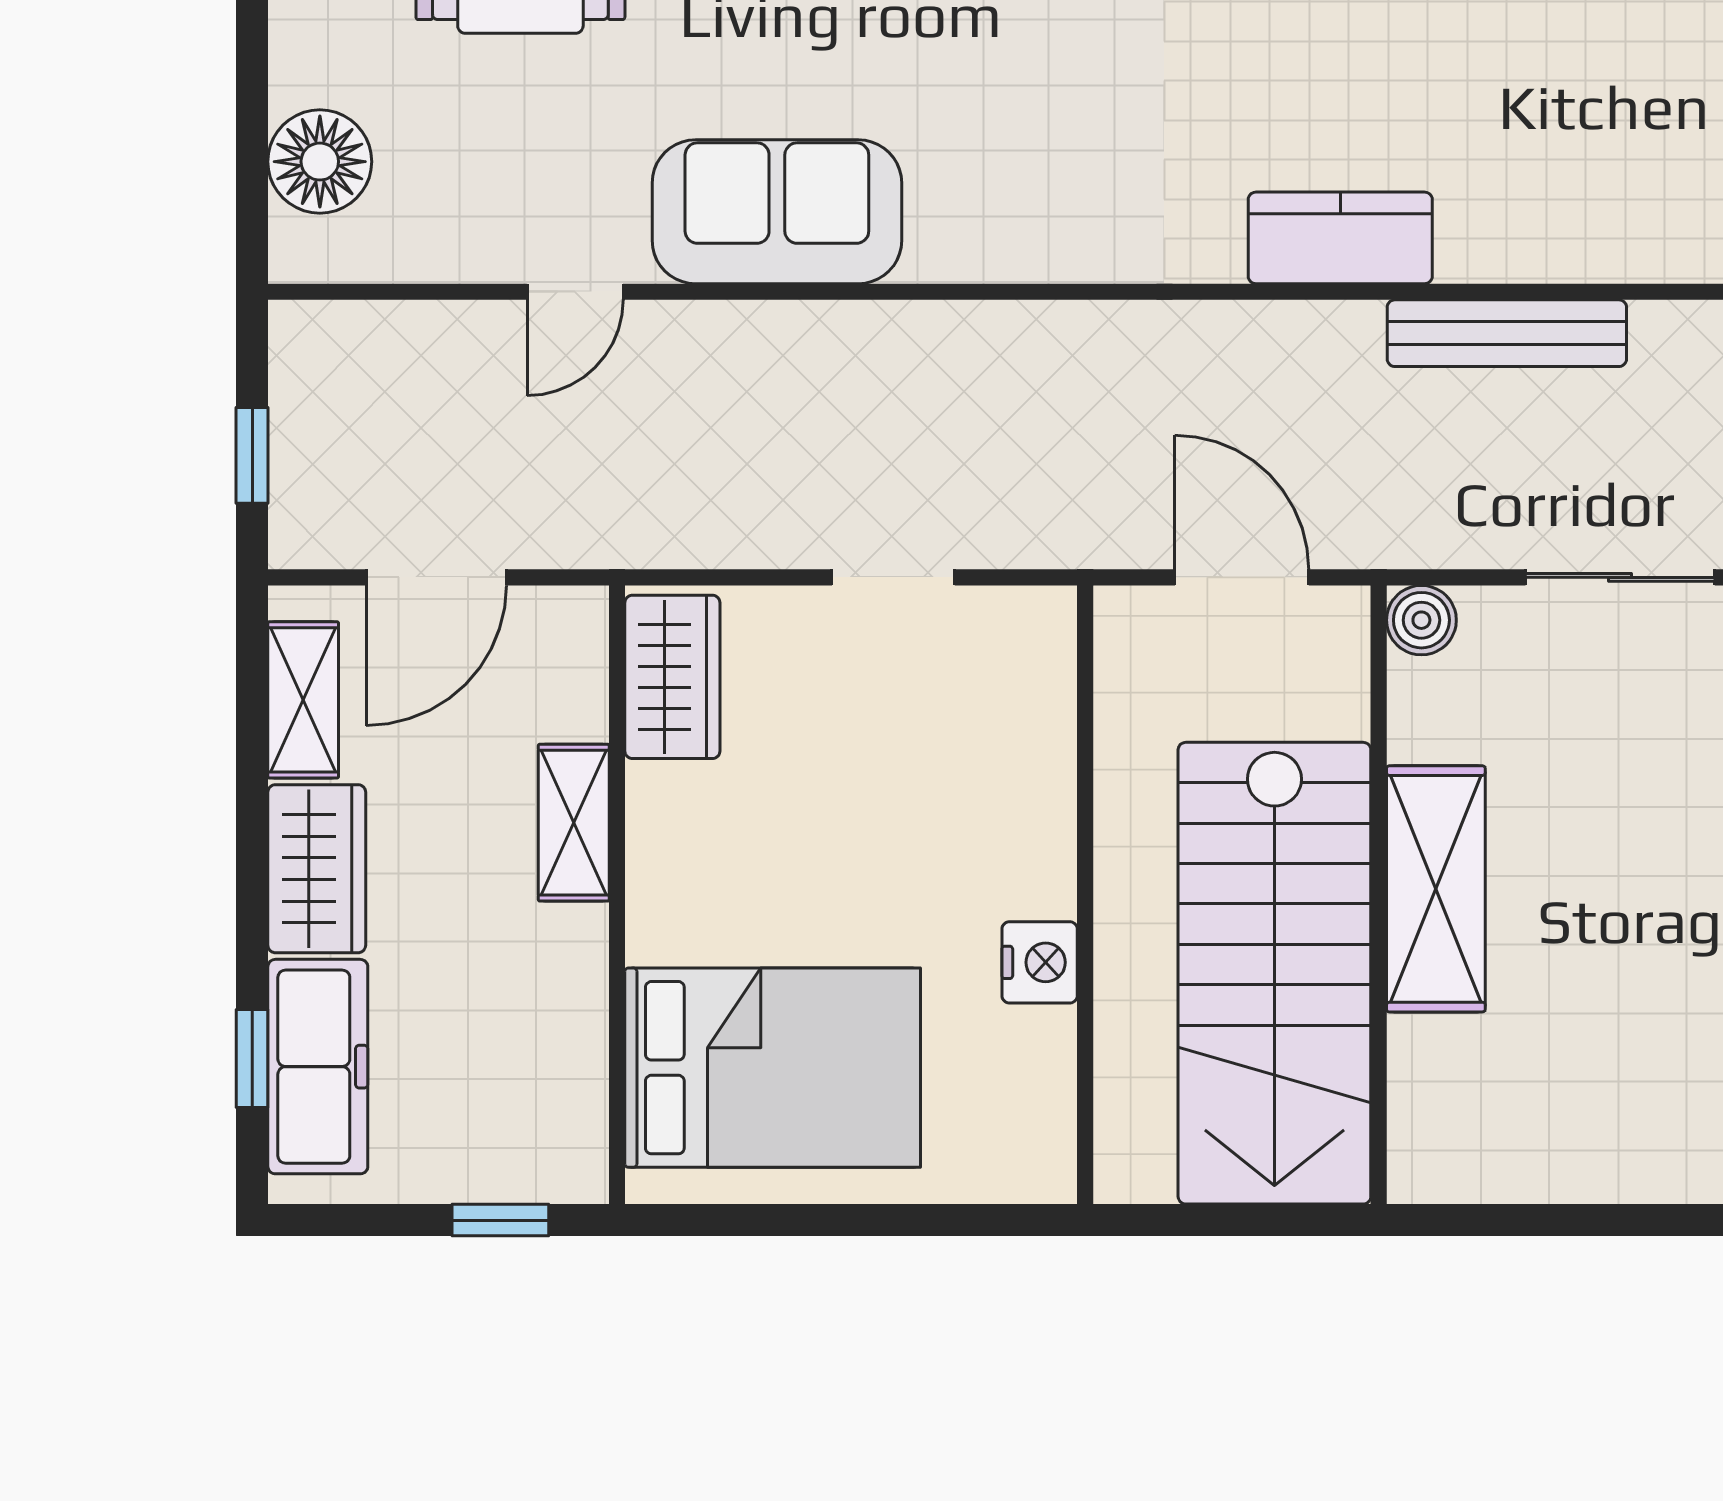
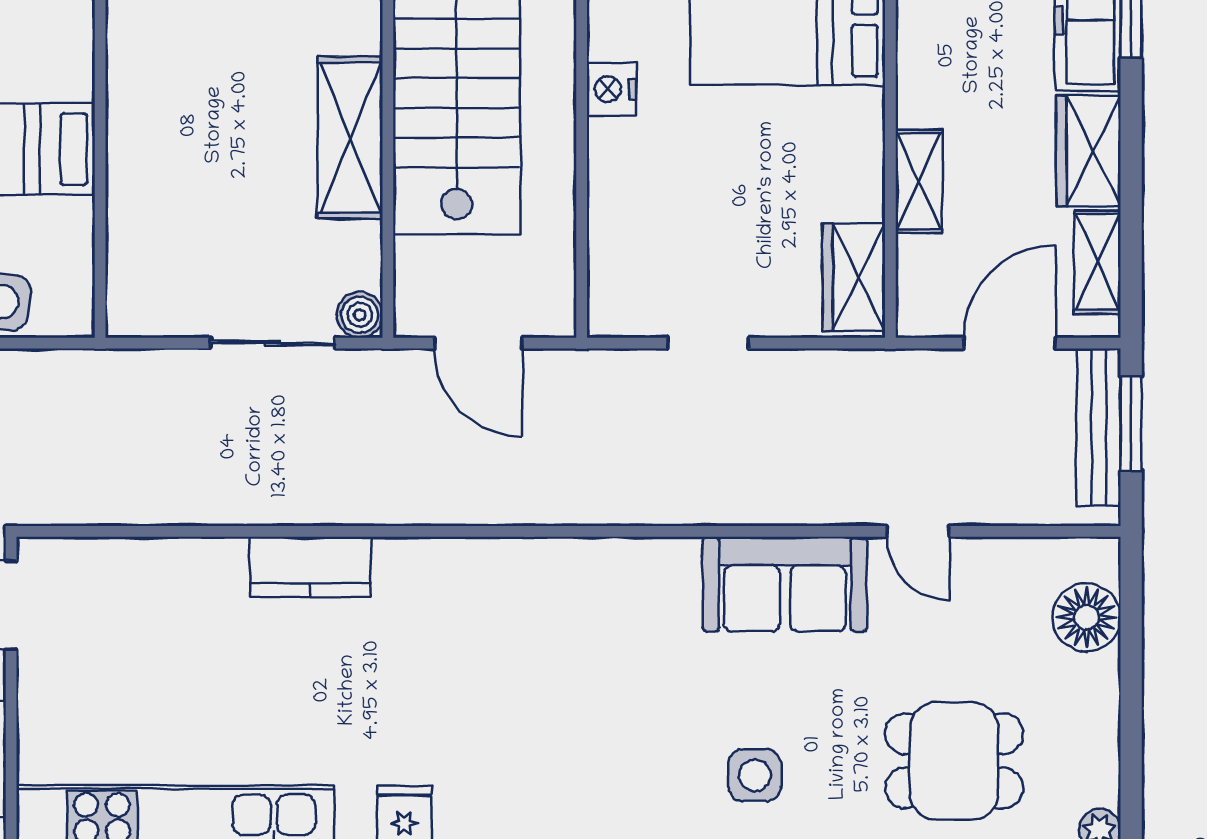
kitchen counter: (1340, 238) -> (311, 567), moved
door: (575, 292) -> (918, 531), swing flipped
bench: (1507, 333) -> (1099, 427), moved, turned 90
window: (252, 455) -> (1131, 424), width x1.50
sliding door: (1620, 577) -> (272, 343), moved

